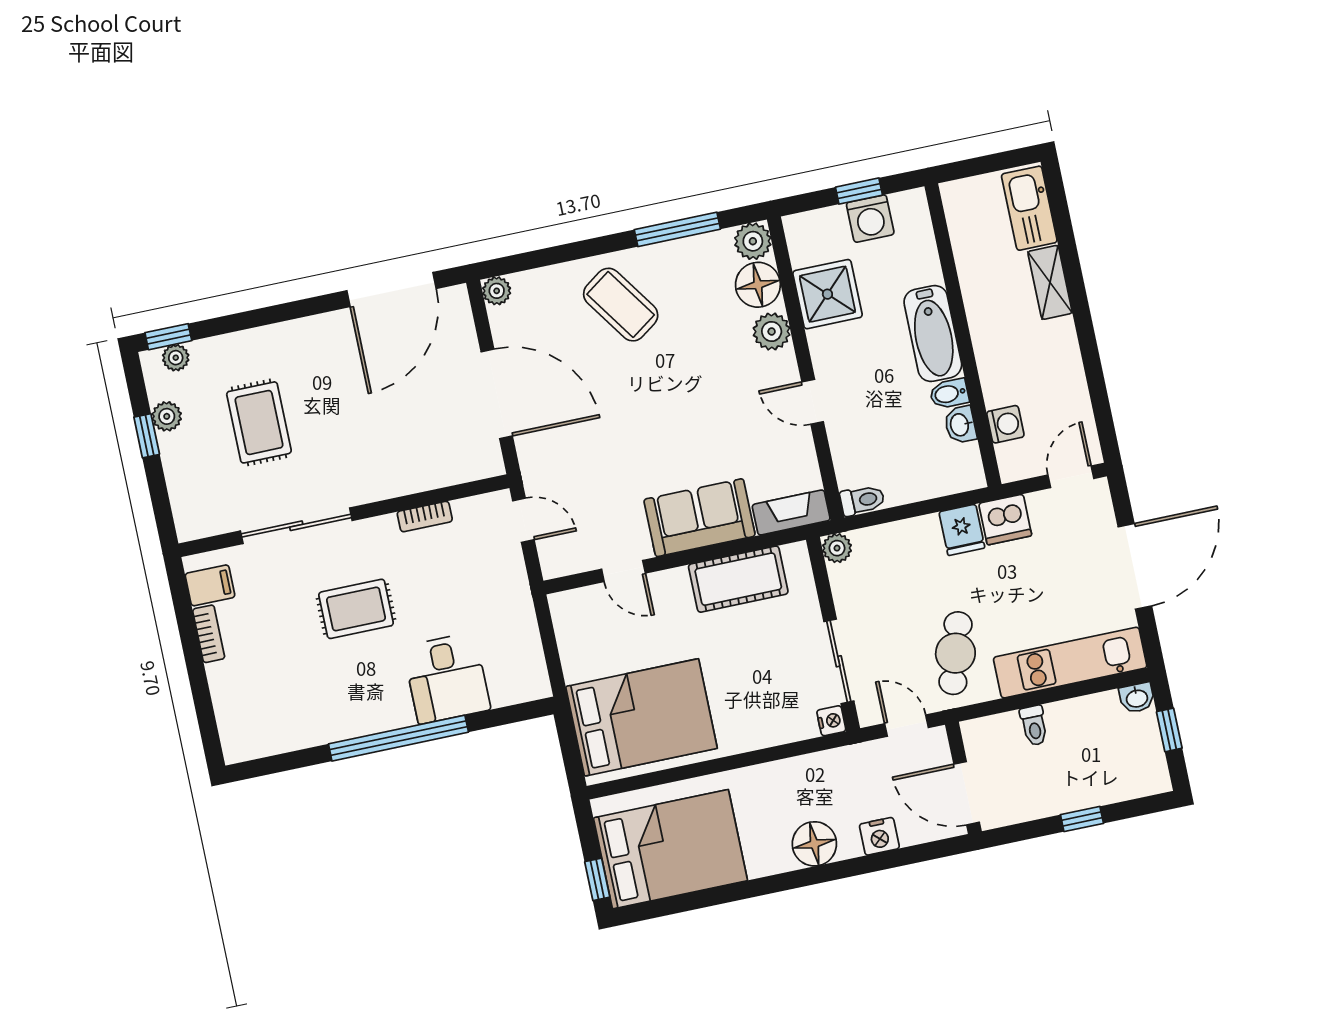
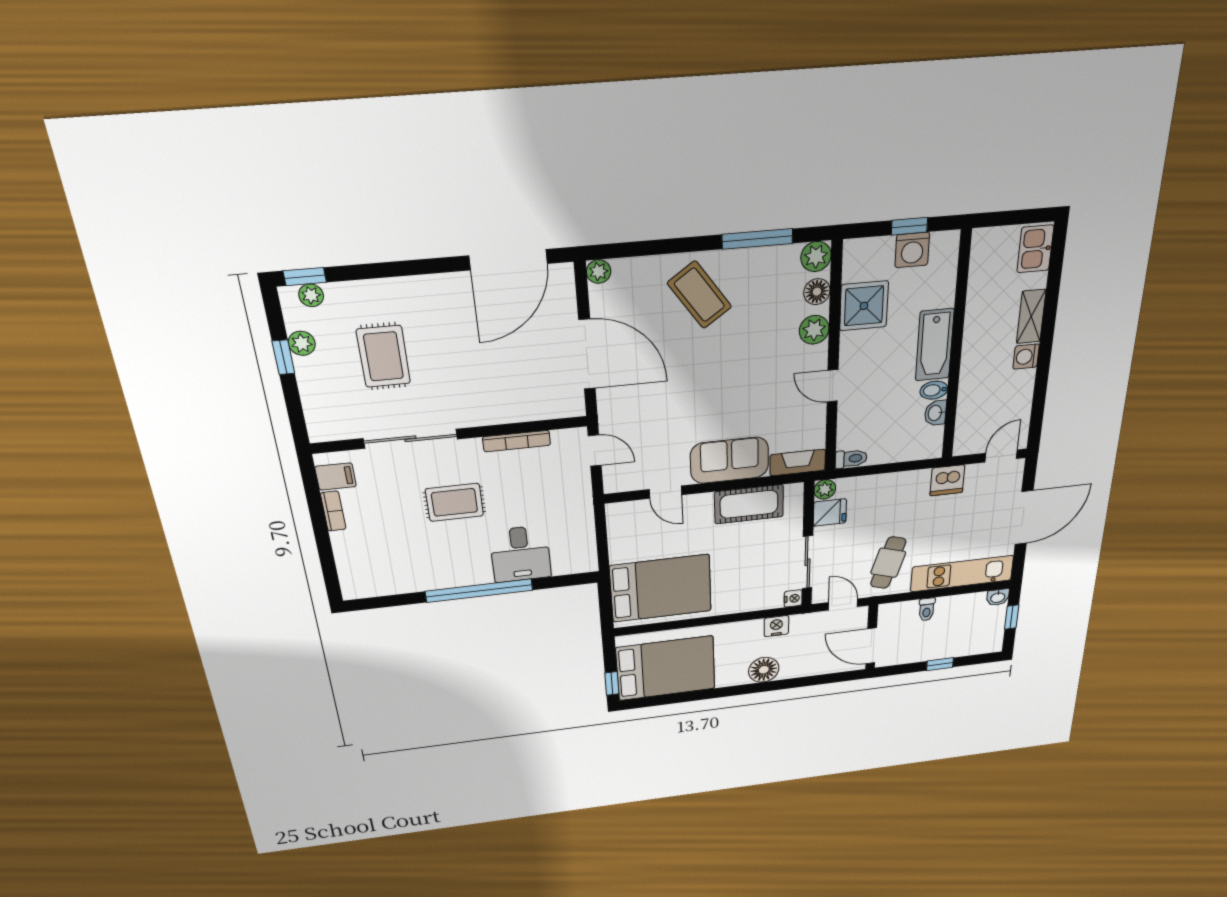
kitchen sink: (1029, 208) -> (1035, 249), width x0.73
floor lamp: (758, 285) -> (817, 292), width x0.73, depth x0.73
washing machine: (1005, 424) -> (1026, 357), moved, turned 180
bookcase: (425, 517) -> (517, 441), width x1.56
fridge: (962, 530) -> (830, 513), moved, turned -90
nightstand: (879, 836) -> (776, 626), moved, turned 180

